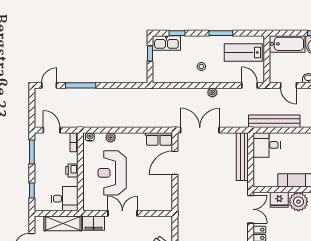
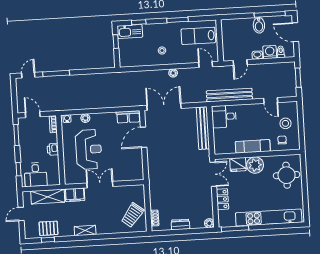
bathtub: (287, 44) -> (237, 26), removed
door: (288, 85) -> (240, 63), hinge flipped
reception desk: (112, 173) -> (89, 149), turned 180
desk: (65, 199) -> (36, 175), moved, turned 90

